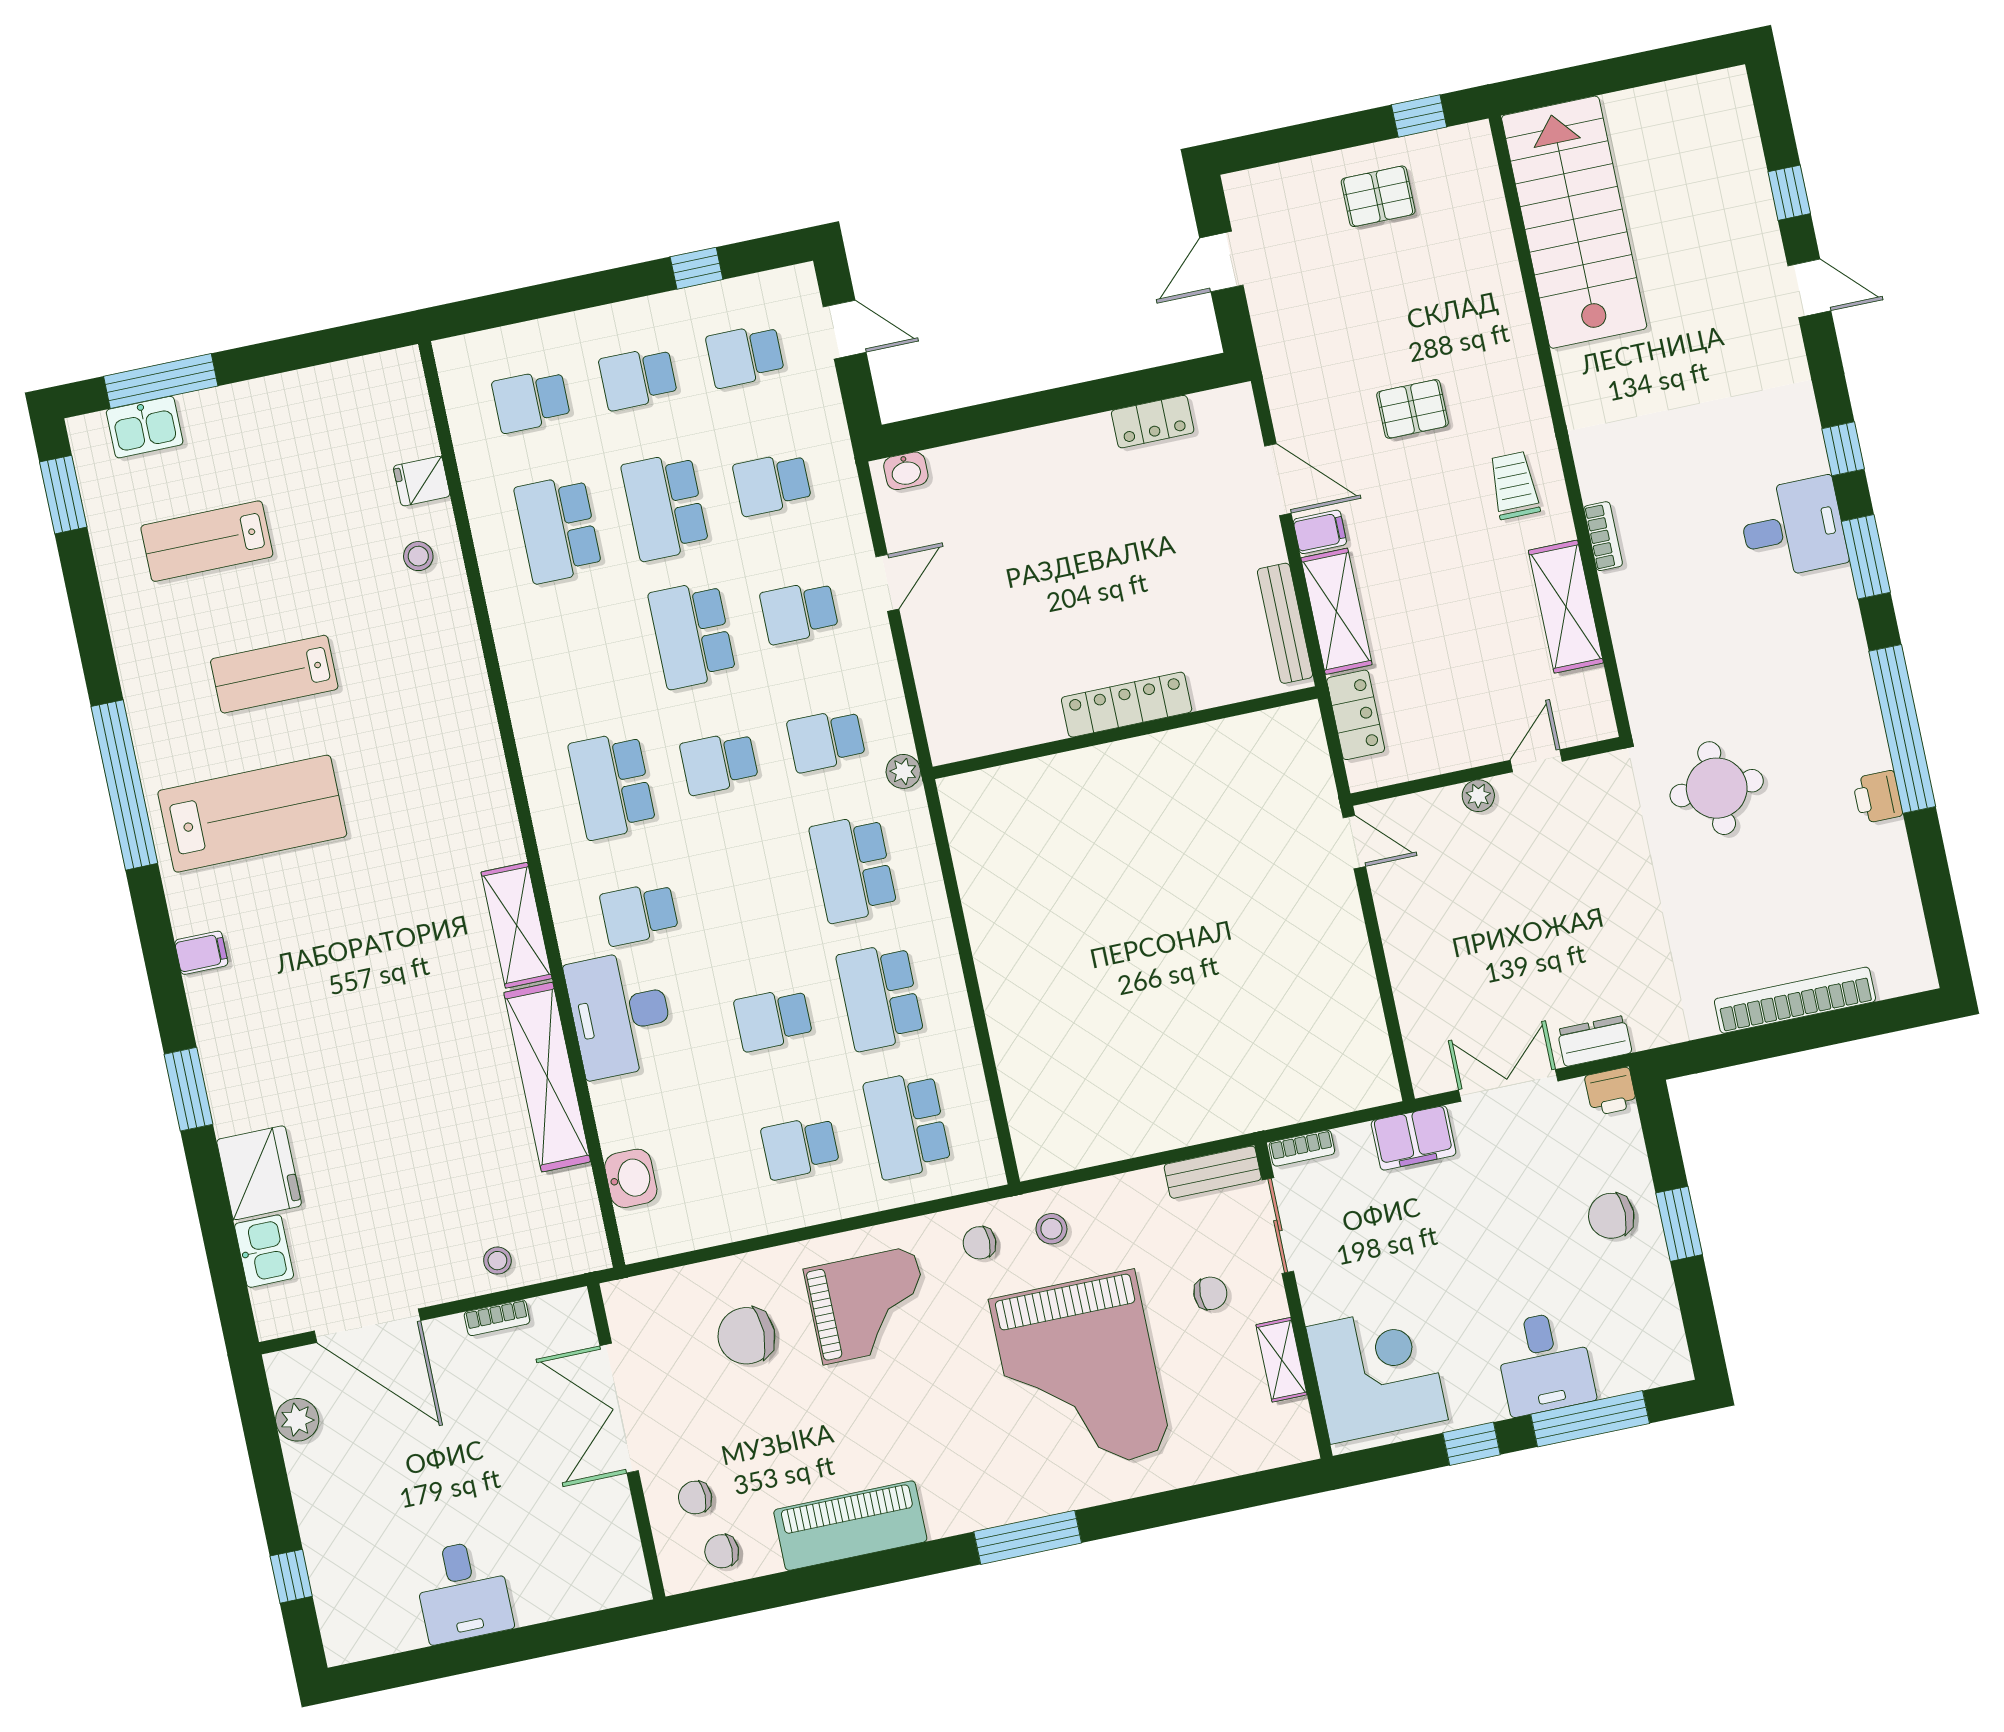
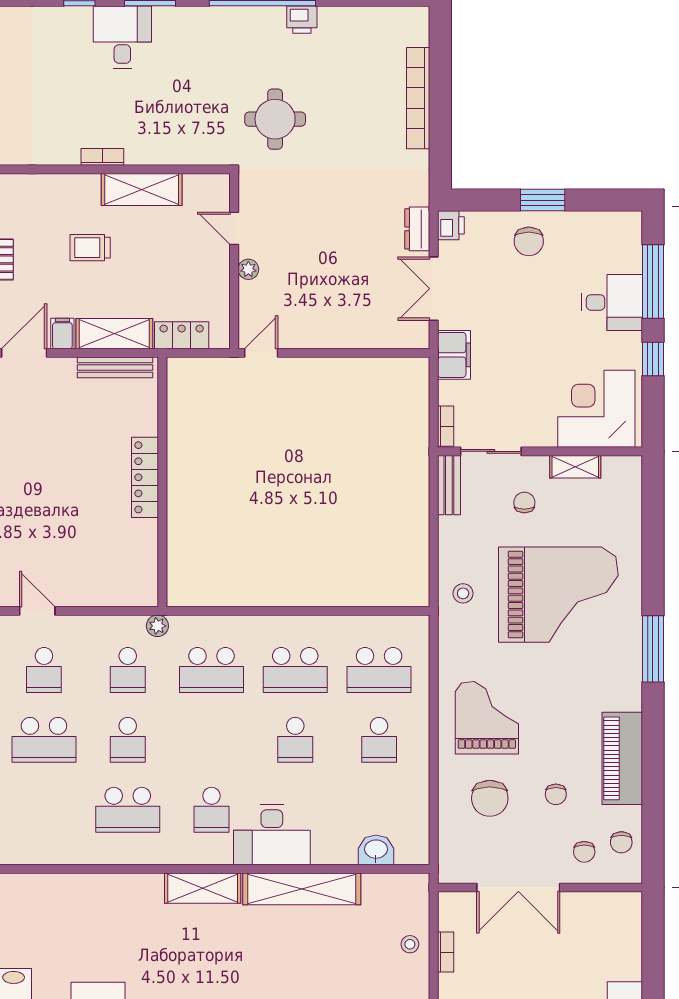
trolley: (1514, 485) -> (90, 248), moved
chair: (980, 1243) -> (556, 794), moved

